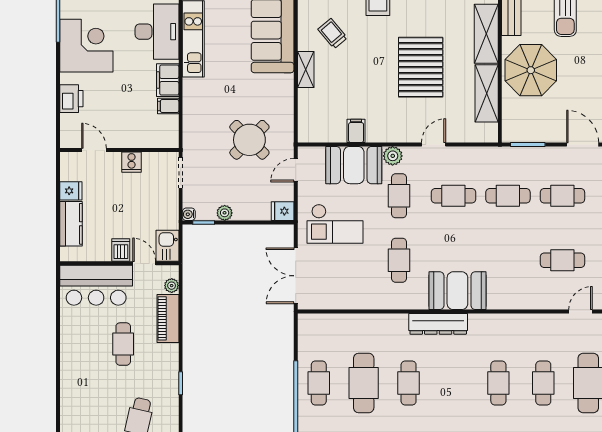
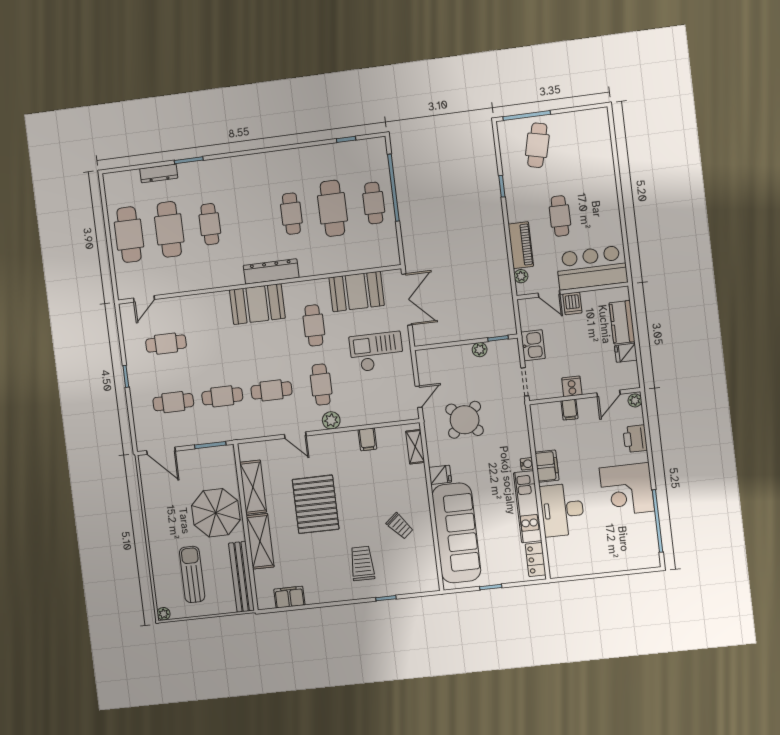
shelving: (306, 69) -> (415, 447), moved
filing cabinet: (168, 106) -> (569, 410), moved, turned 90
plant: (67, 139) -> (635, 400), added
door: (434, 144) -> (295, 435), hinge flipped
door: (94, 150) -> (608, 393), hinge flipped
booth: (354, 165) -> (357, 291), moved
fridge: (283, 211) -> (440, 475), moved
water cooler: (189, 214) -> (527, 464), moved
kitchen sink: (167, 246) -> (533, 345), moved
cafe table: (543, 383) -> (169, 229), width x1.37, depth x1.35

